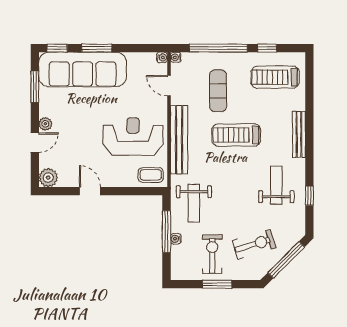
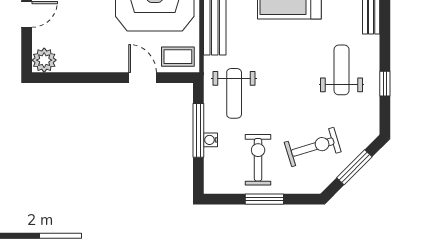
door: (90, 191) -> (143, 78), moved
window: (286, 260) -> (354, 167), width x0.69

